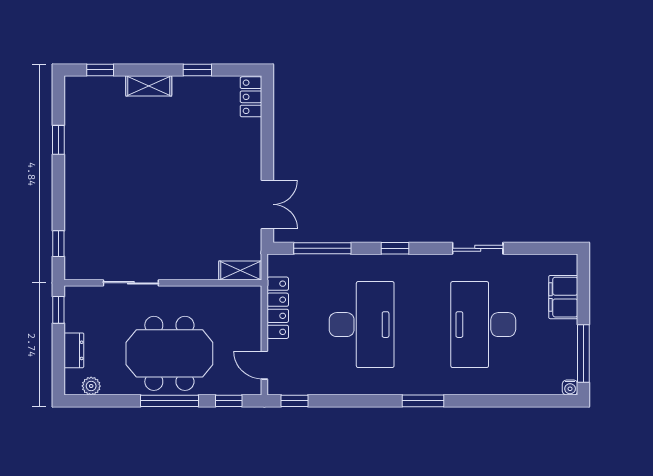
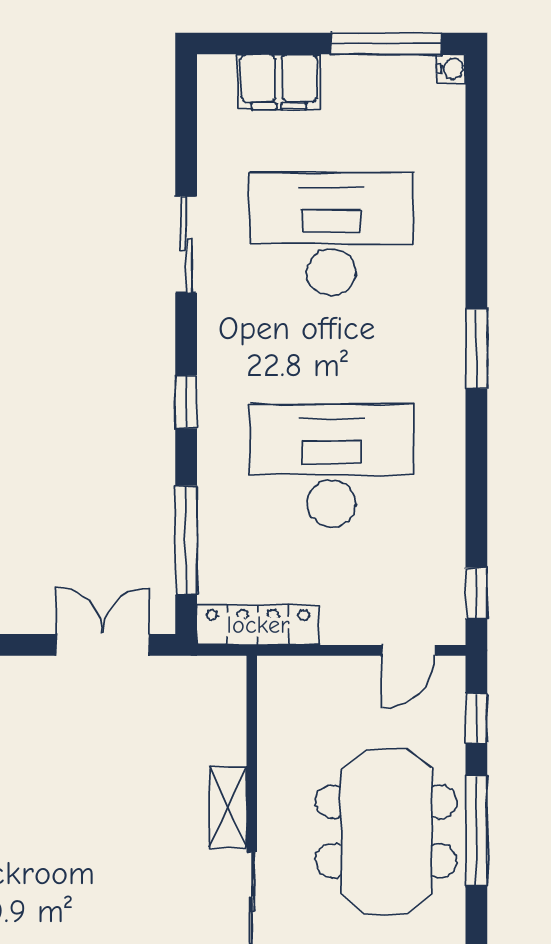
shelving: (240, 270) -> (228, 807), moved
locker: (278, 308) -> (258, 625), moved
desk: (483, 325) -> (331, 234), turned 180

